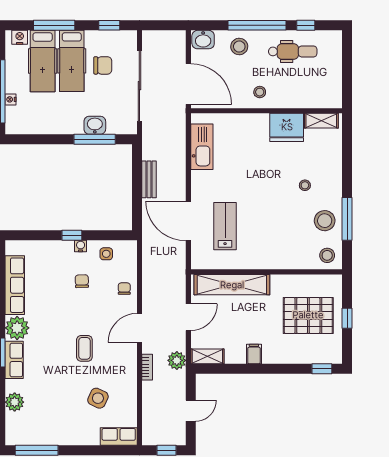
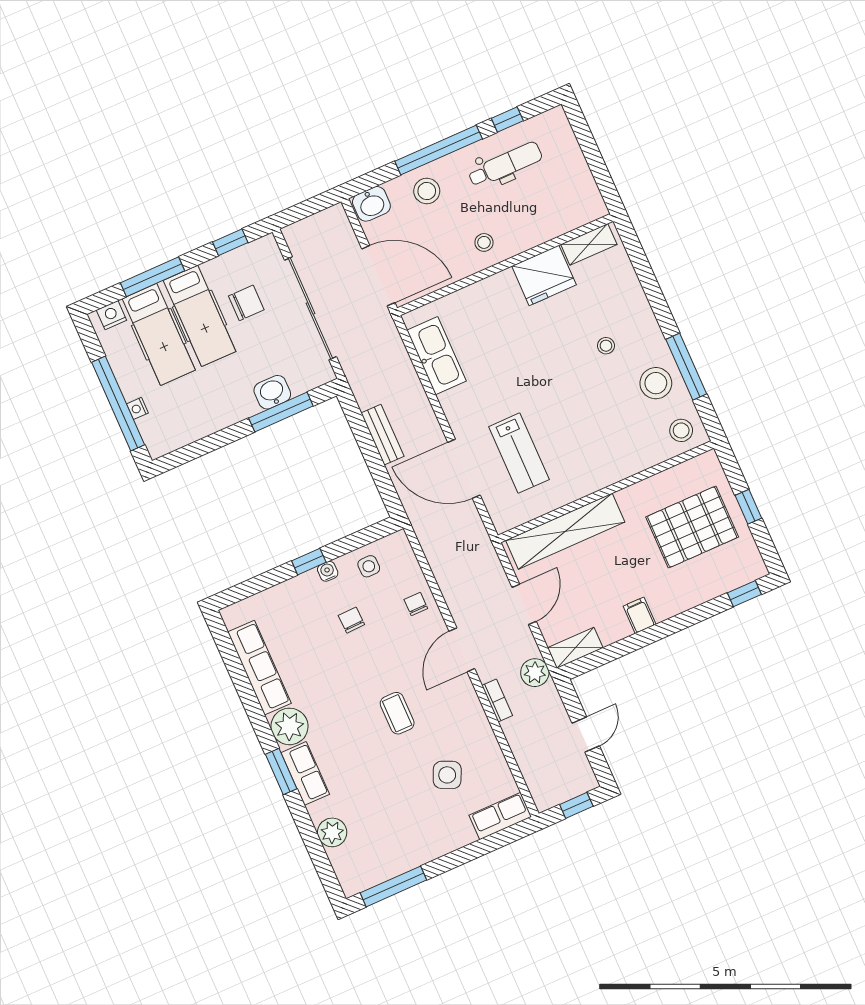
lab bench: (225, 226) -> (519, 453), turned 180

